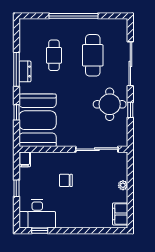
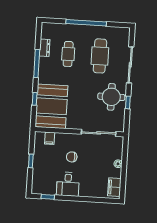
dresser: (25, 71) -> (45, 48), moved
filing cabinet: (25, 159) -> (50, 138), moved
desk: (37, 214) -> (68, 184), moved, width x0.73

